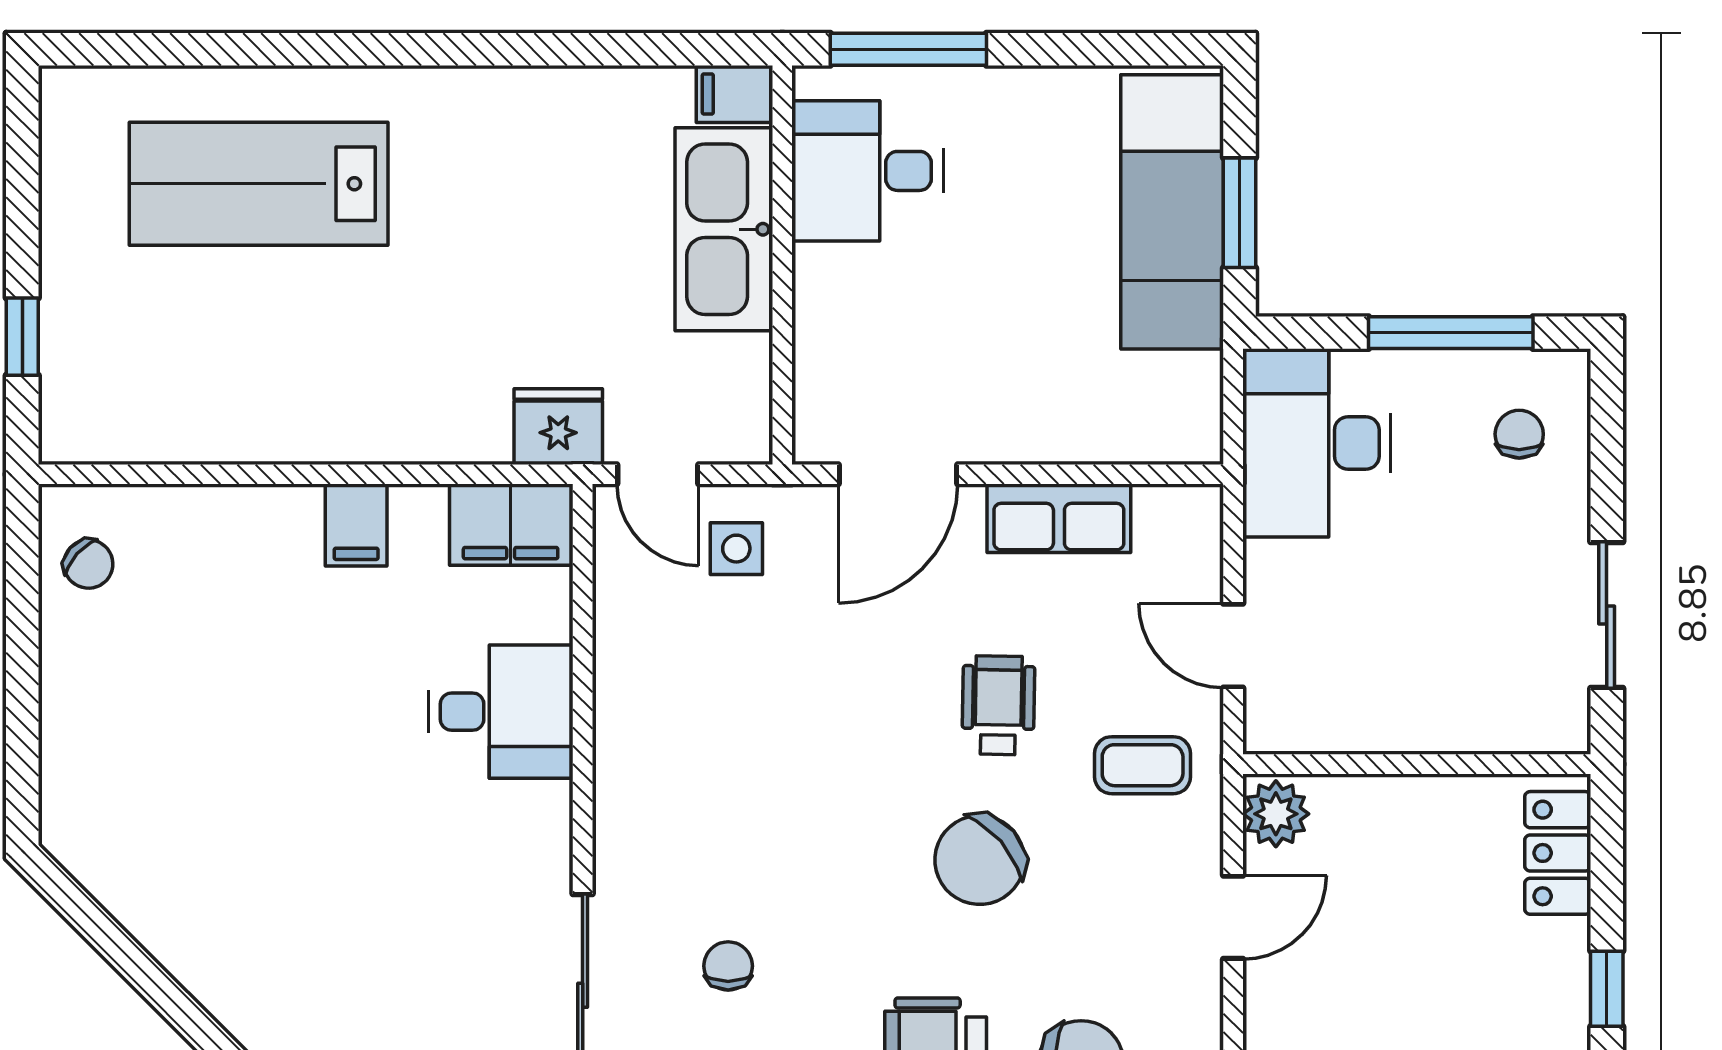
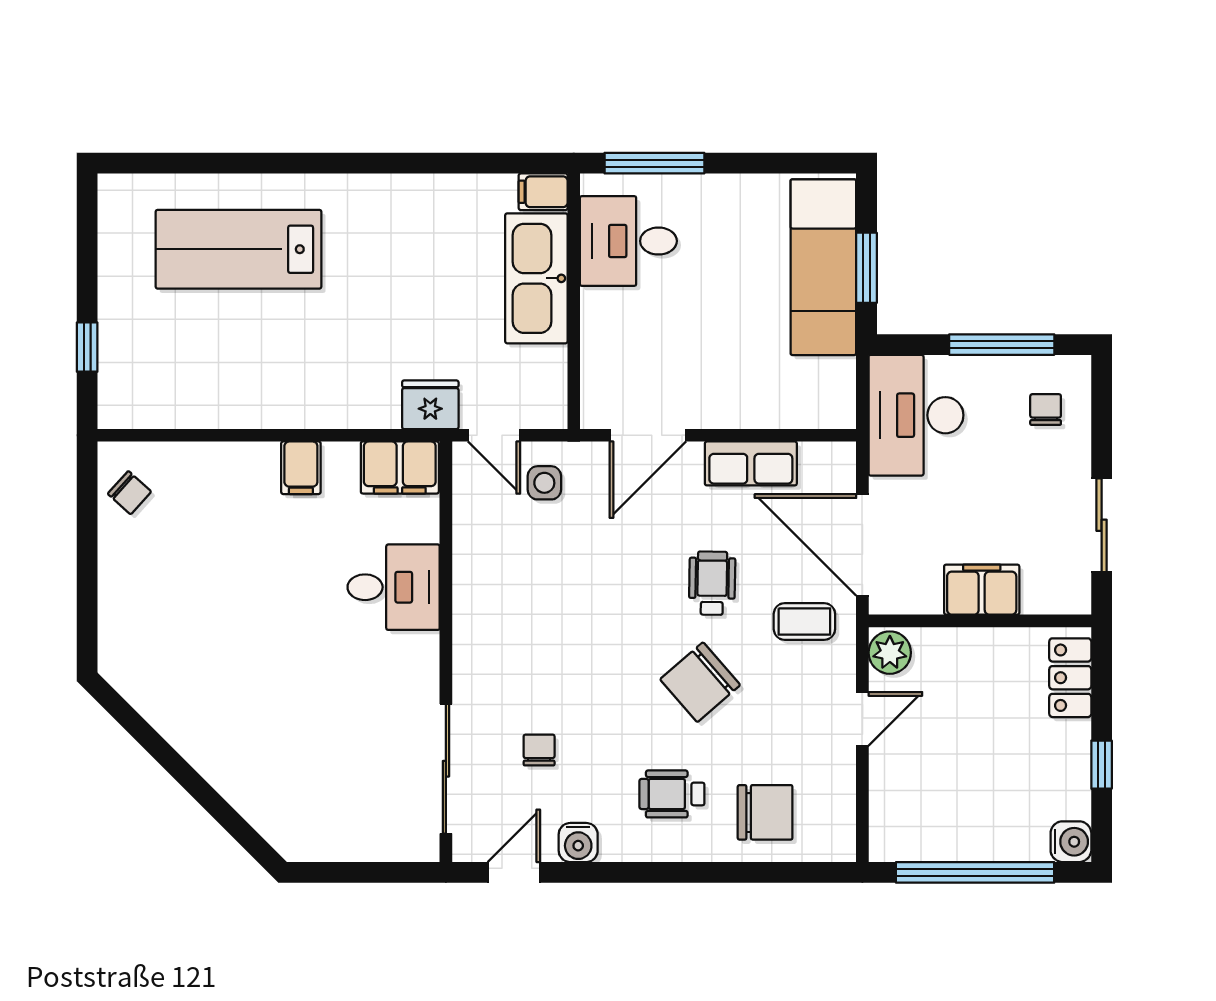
door: (1233, 646) -> (862, 545), width x1.88
filing cabinet: (1419, 715) -> (982, 590), added

